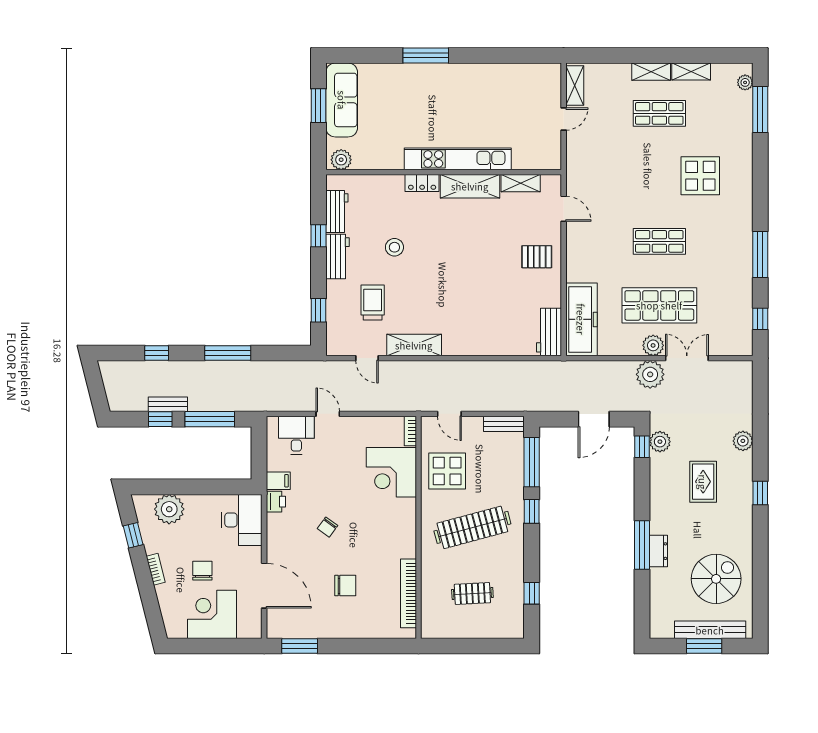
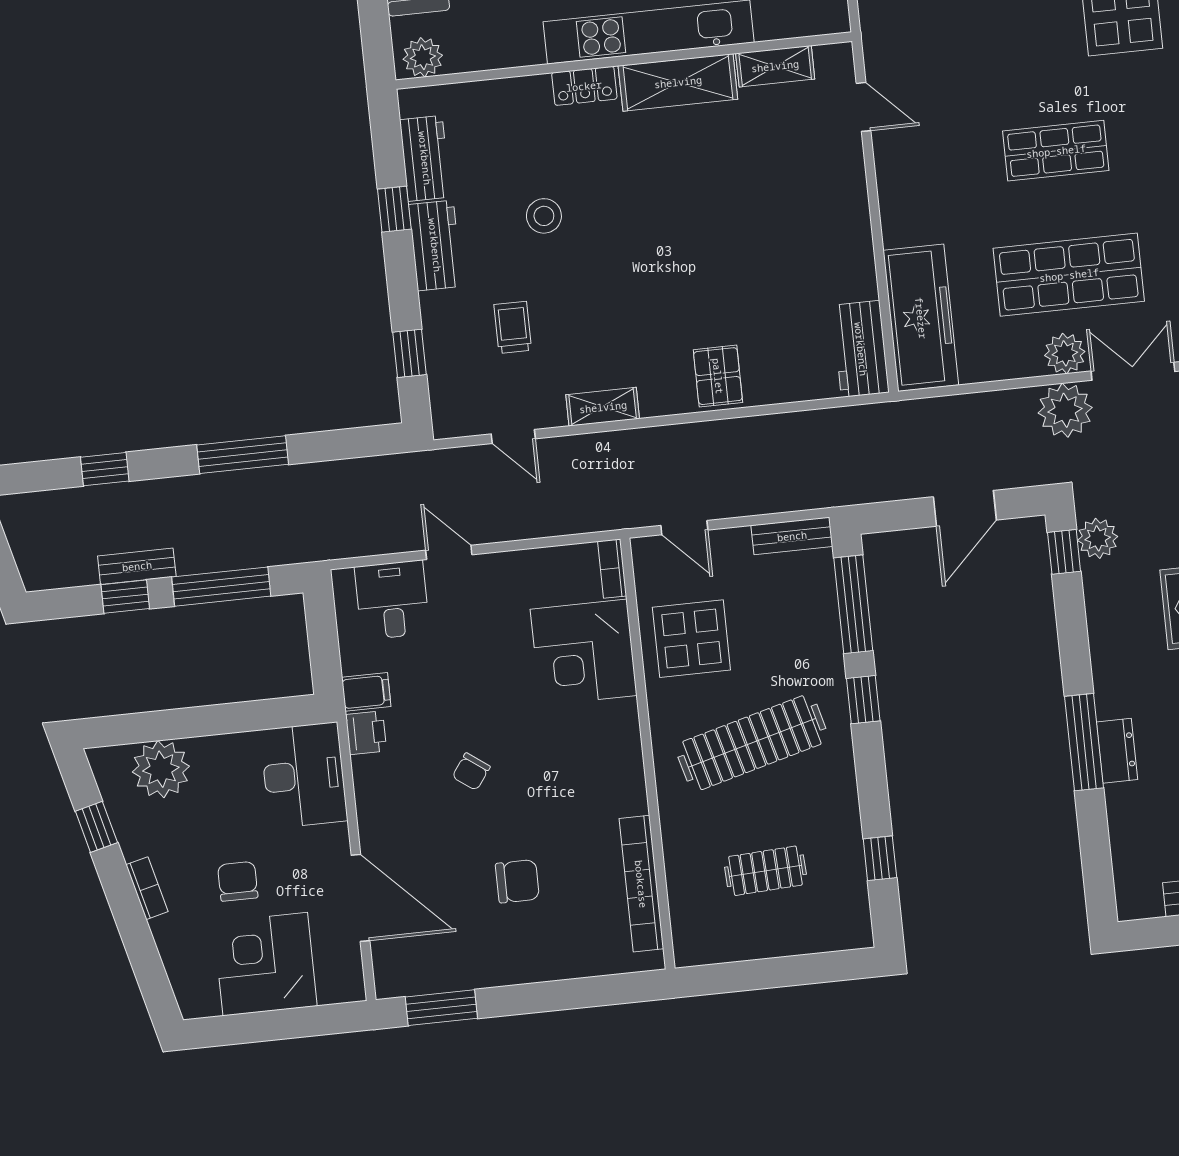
pallet: (537, 257) -> (718, 376), moved, turned 90
trolley: (373, 302) -> (513, 327), width x0.73, depth x0.72
shelving: (414, 345) -> (603, 407), width x0.67, depth x0.75

